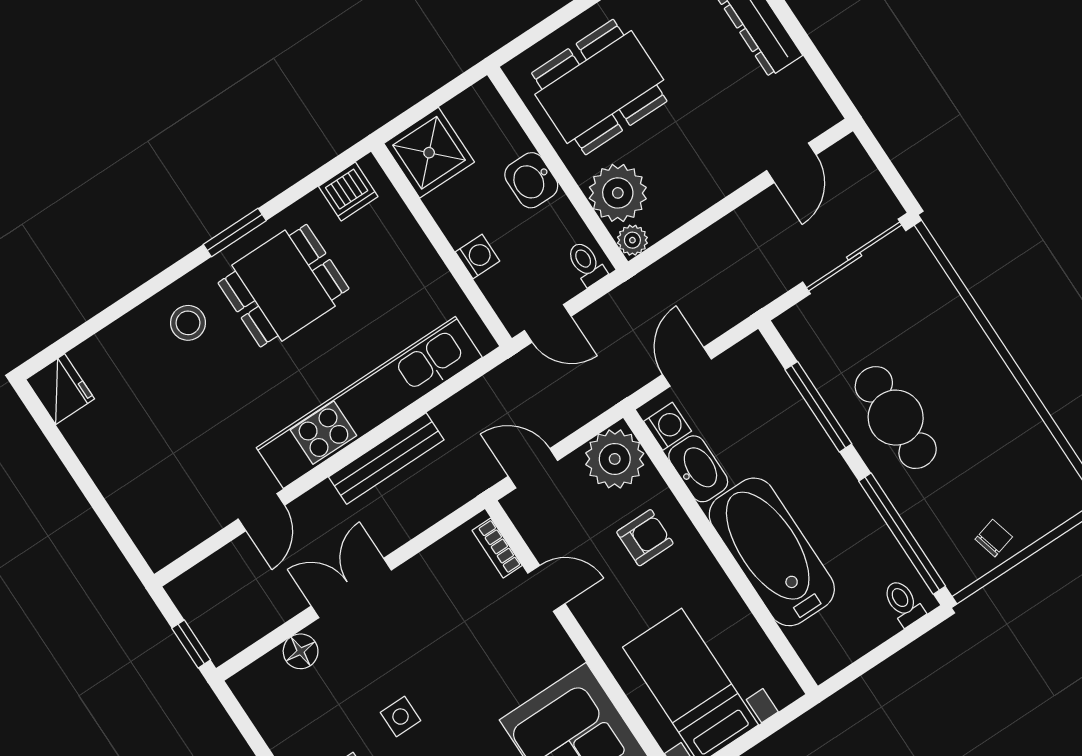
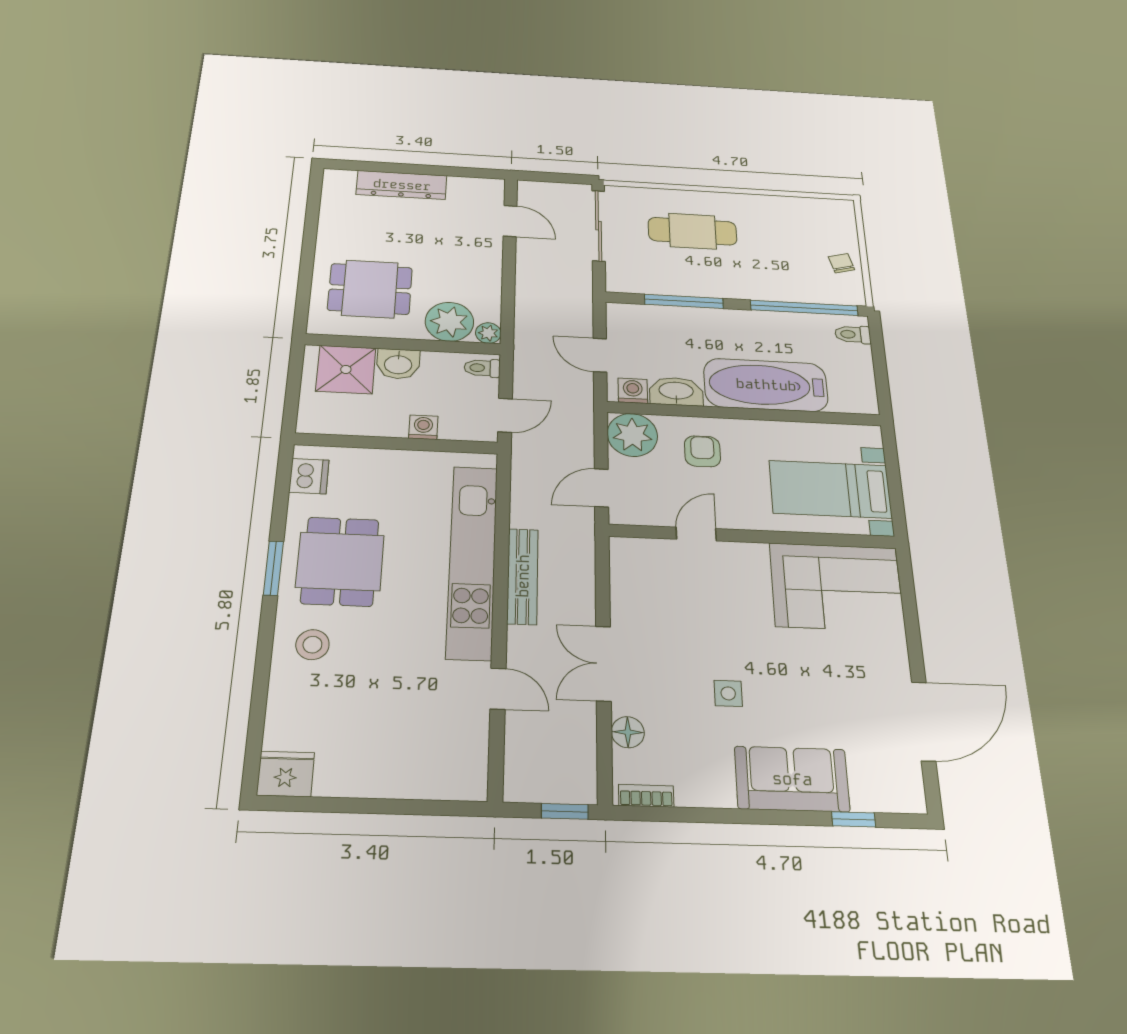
dining table: (599, 87) -> (370, 289), width x0.73
shower: (429, 153) -> (346, 369), moved
cafe table: (896, 418) -> (692, 231), moved
bookcase: (497, 548) -> (646, 796), moved, turned 180

